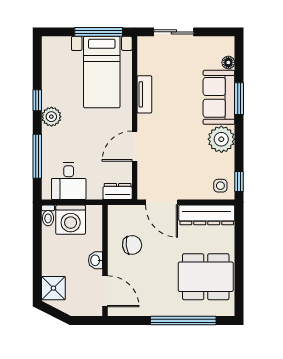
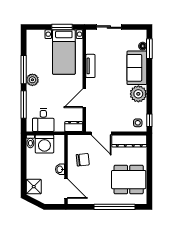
window: (99, 32) -> (62, 27), width x0.69
window: (239, 99) -> (149, 49), moved
window: (37, 100) -> (24, 70), width x2.17

